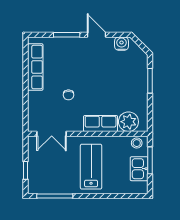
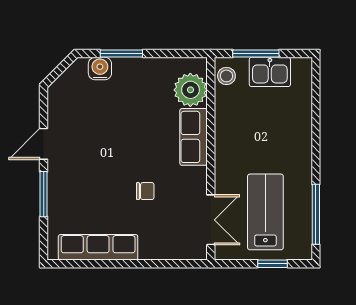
water cooler: (122, 44) -> (100, 69), moved, turned 90
lab bench: (91, 167) -> (265, 212), moved, turned 90

